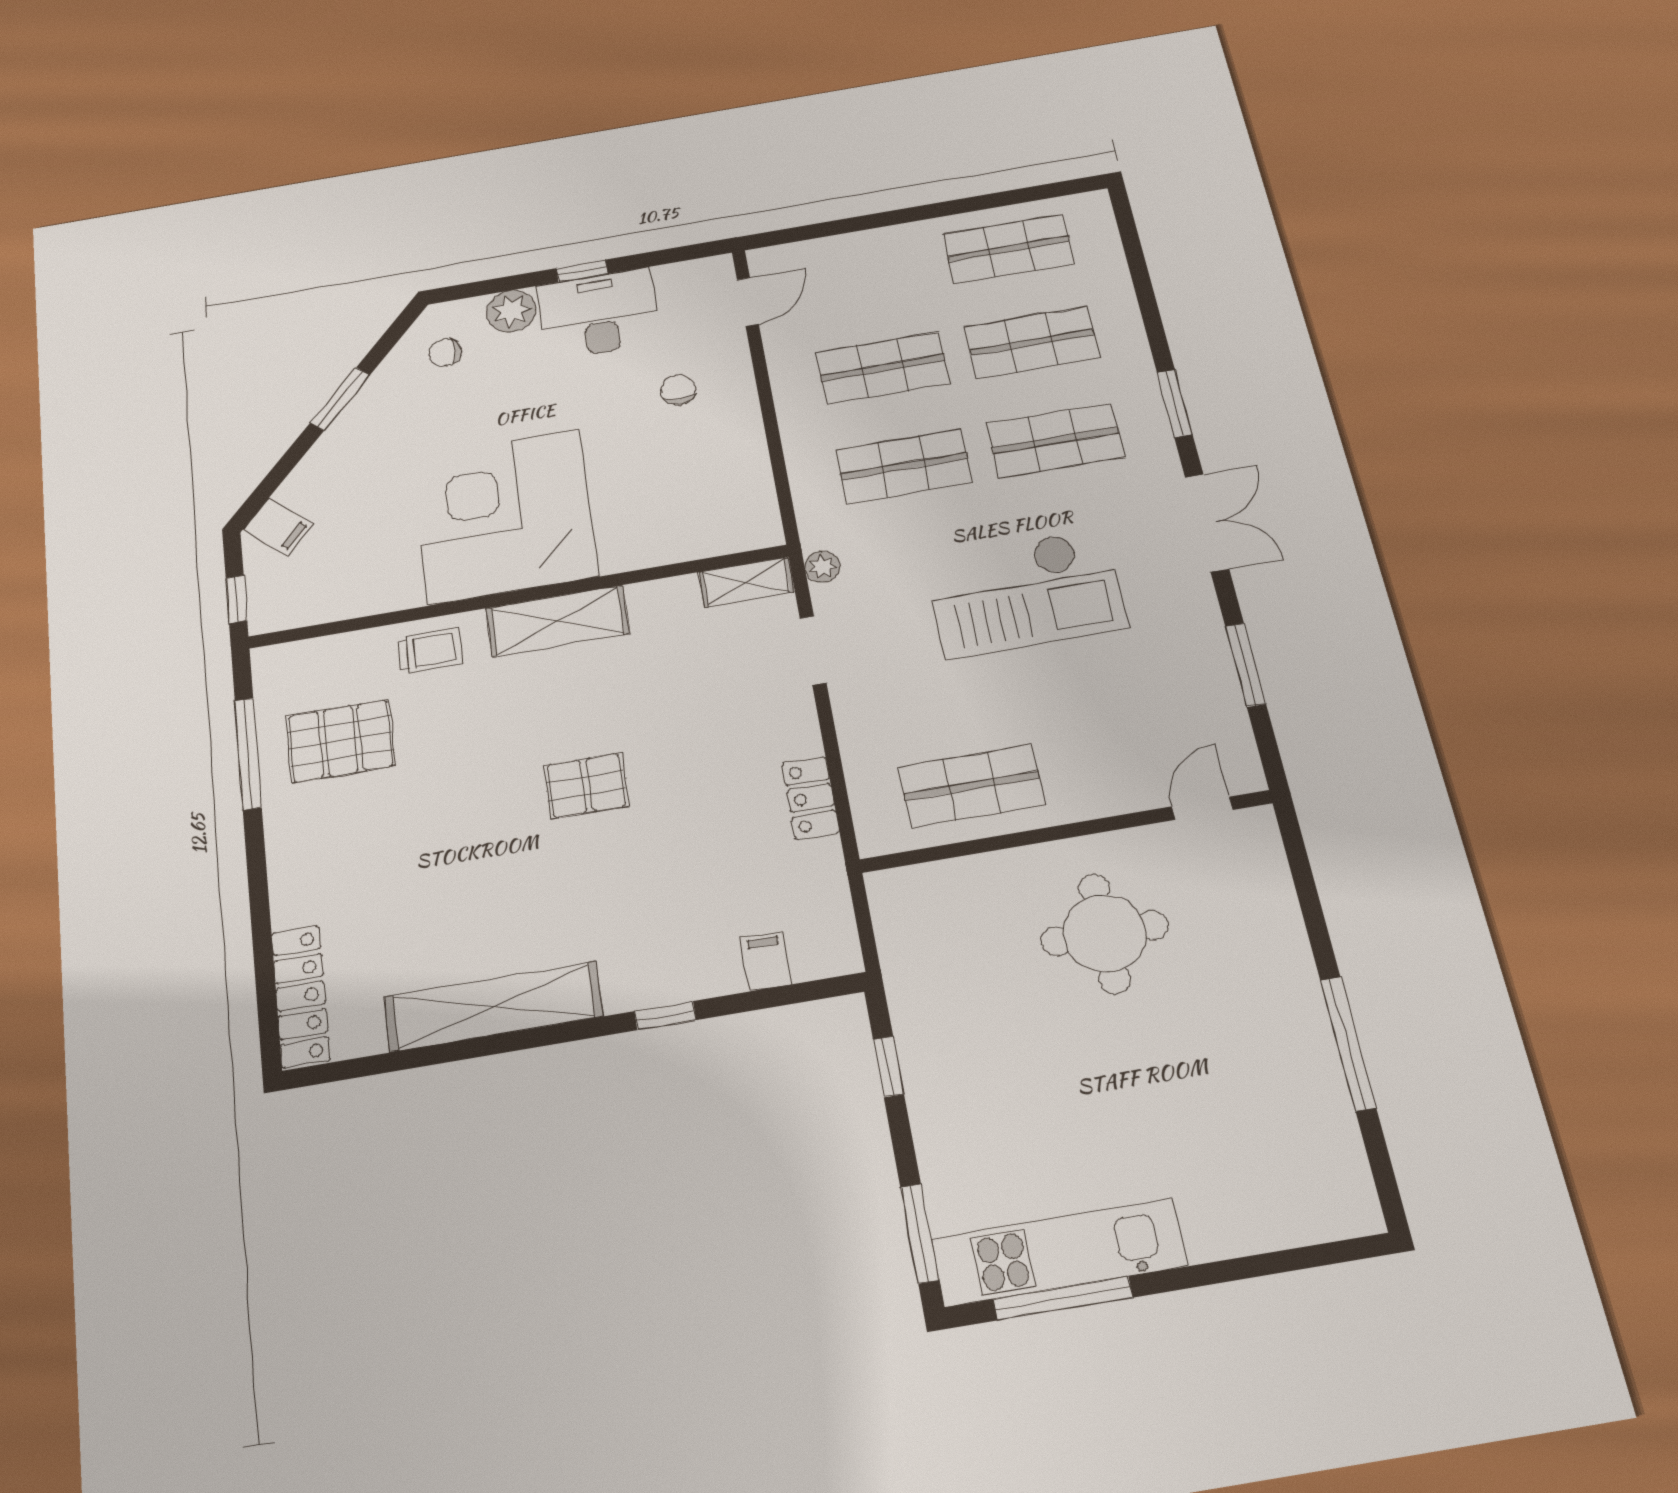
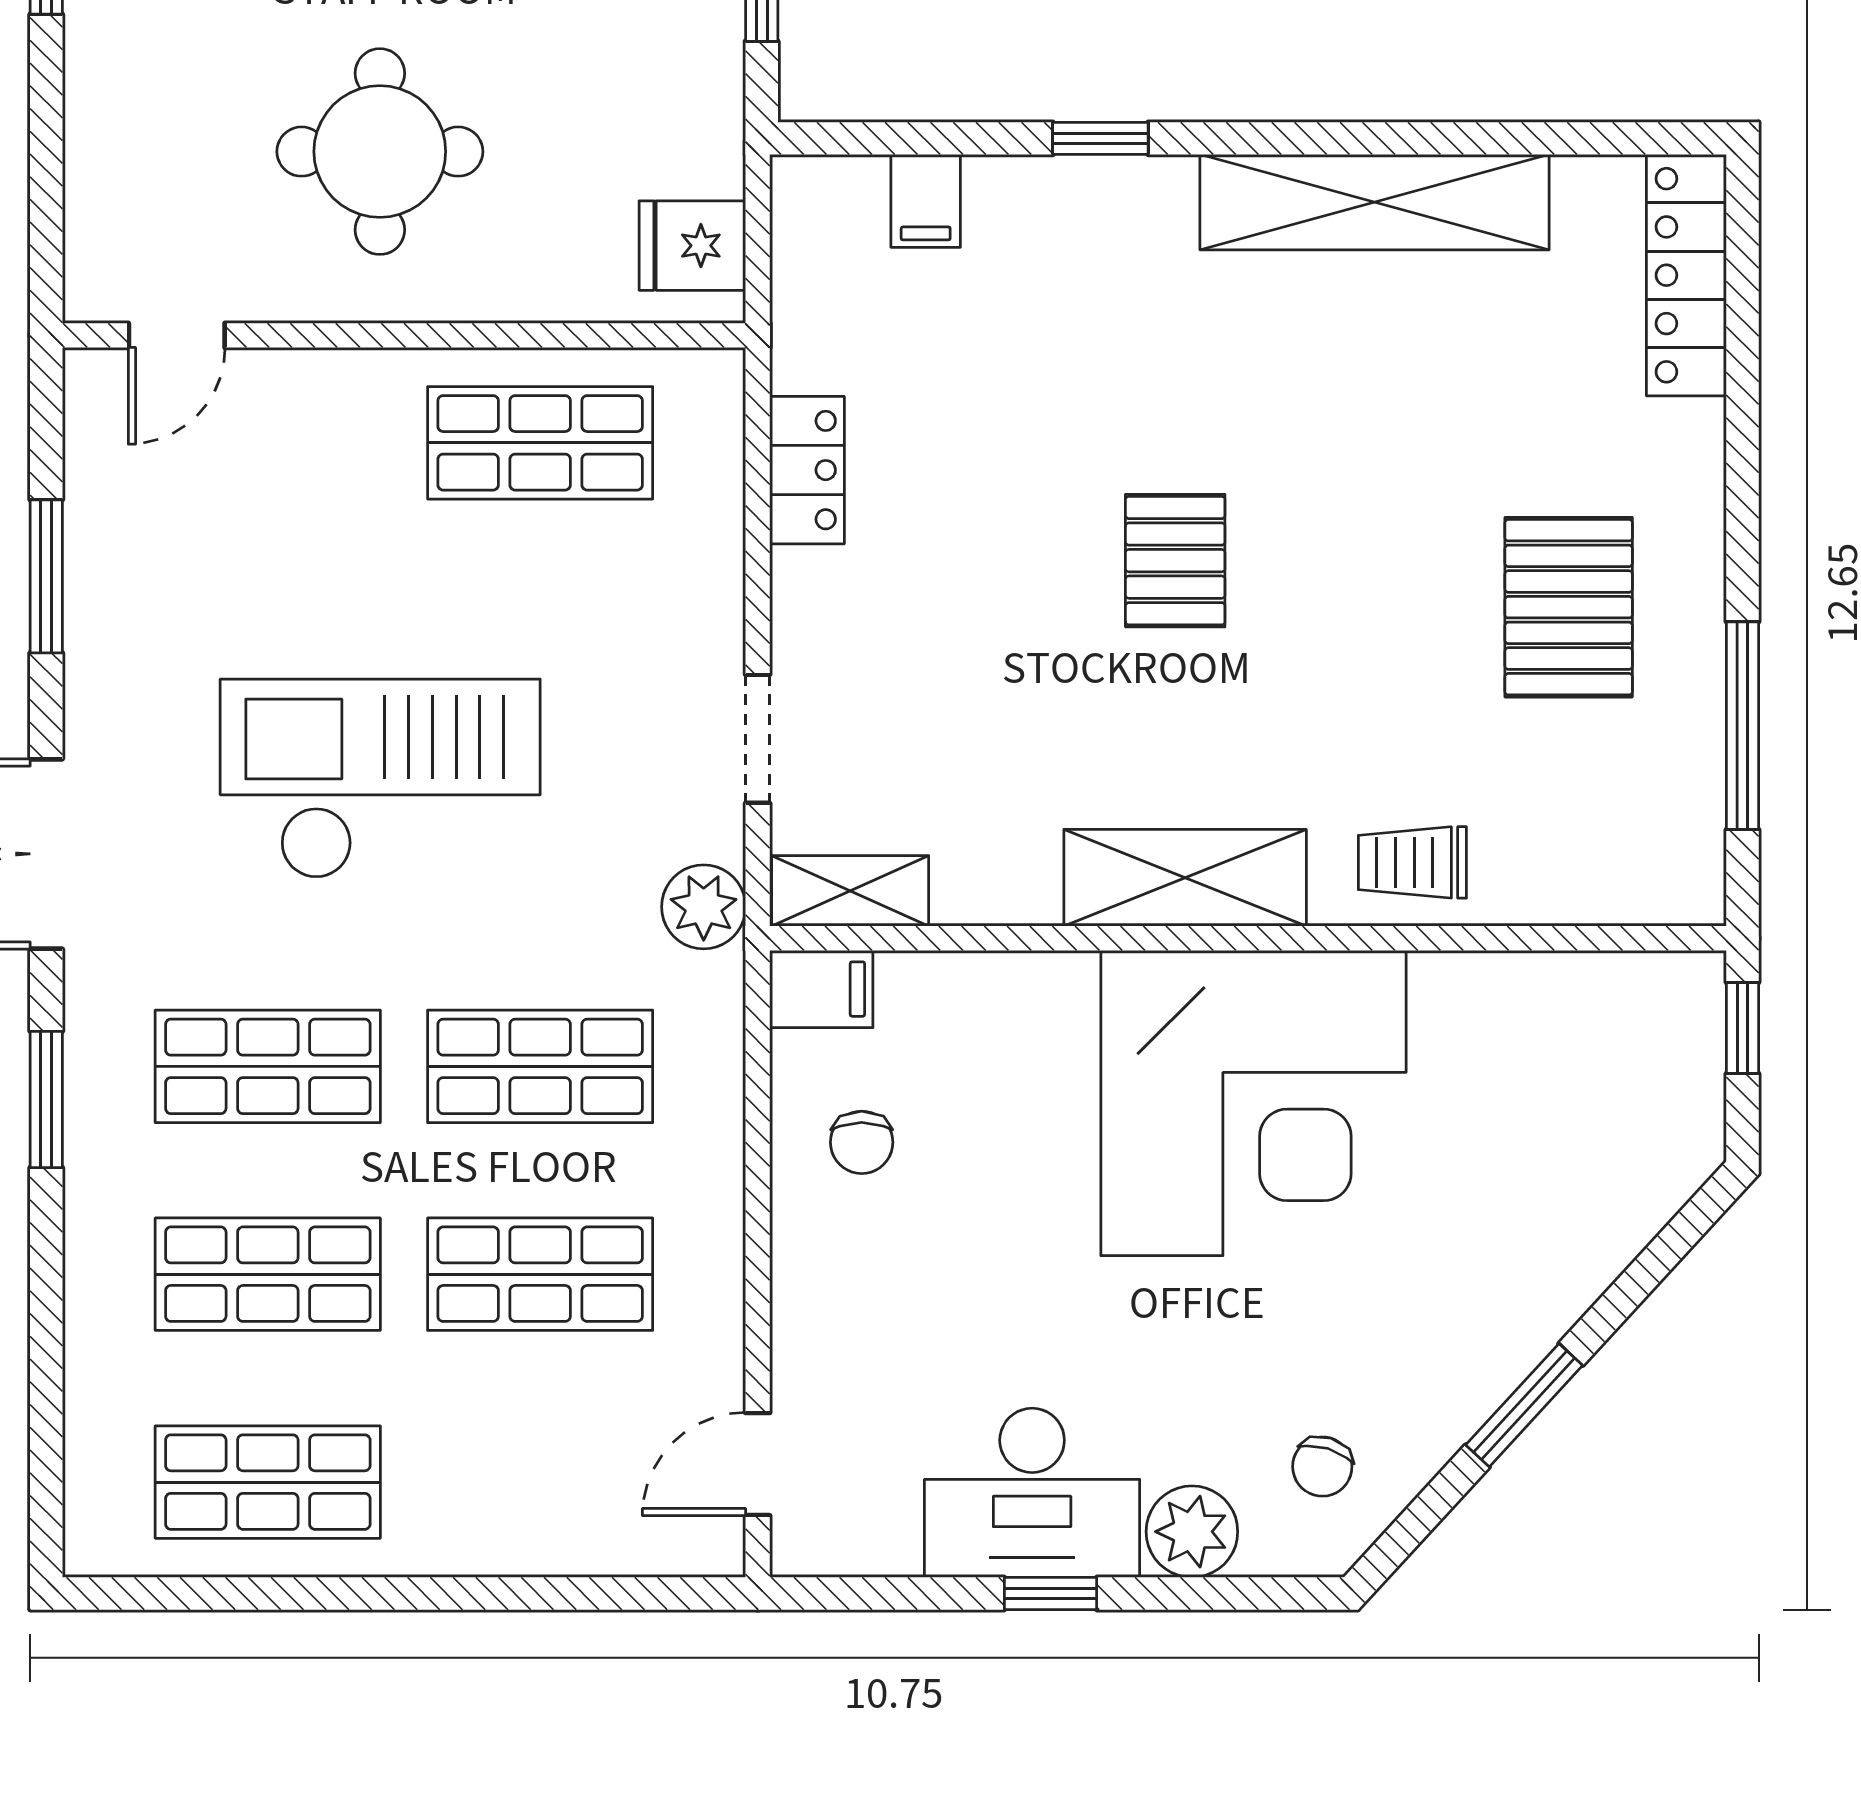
chair: (445, 352) -> (1322, 1467), turned 107
chair: (678, 390) -> (862, 1142), moved
filing cabinet: (278, 526) -> (821, 989), moved, turned 137
plant: (822, 567) -> (704, 907), width x1.38, depth x1.38
pallet: (341, 741) -> (1569, 607), moved, turned 90
pallet: (586, 786) -> (1175, 561), turned 90
fridge: (903, 911) -> (692, 246), added

